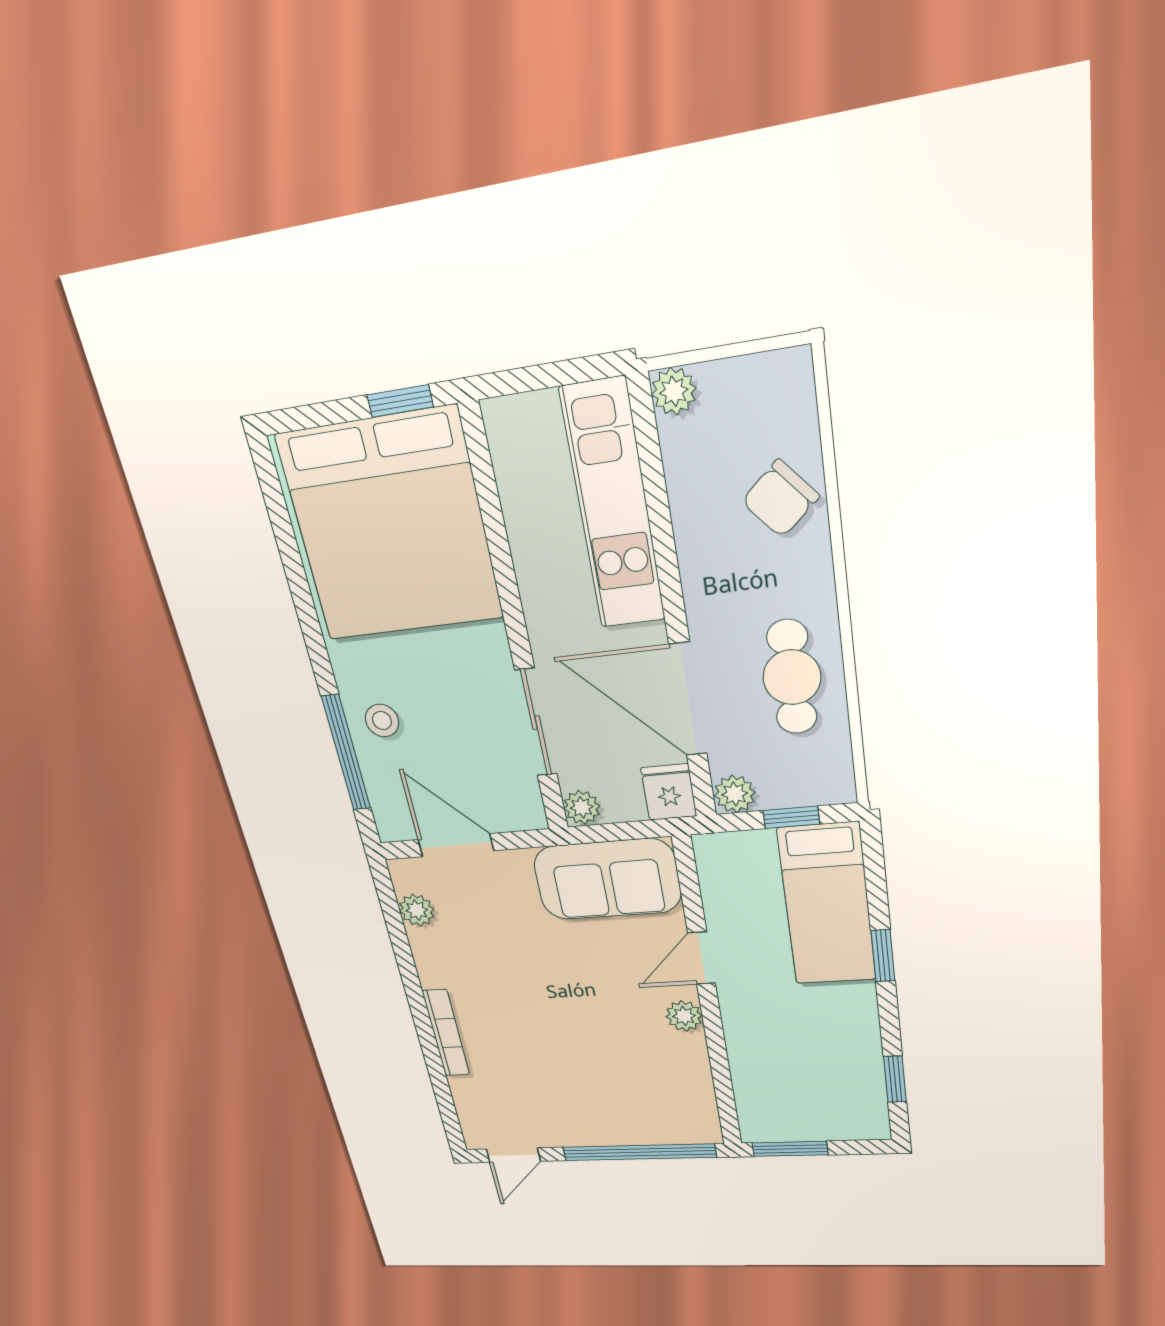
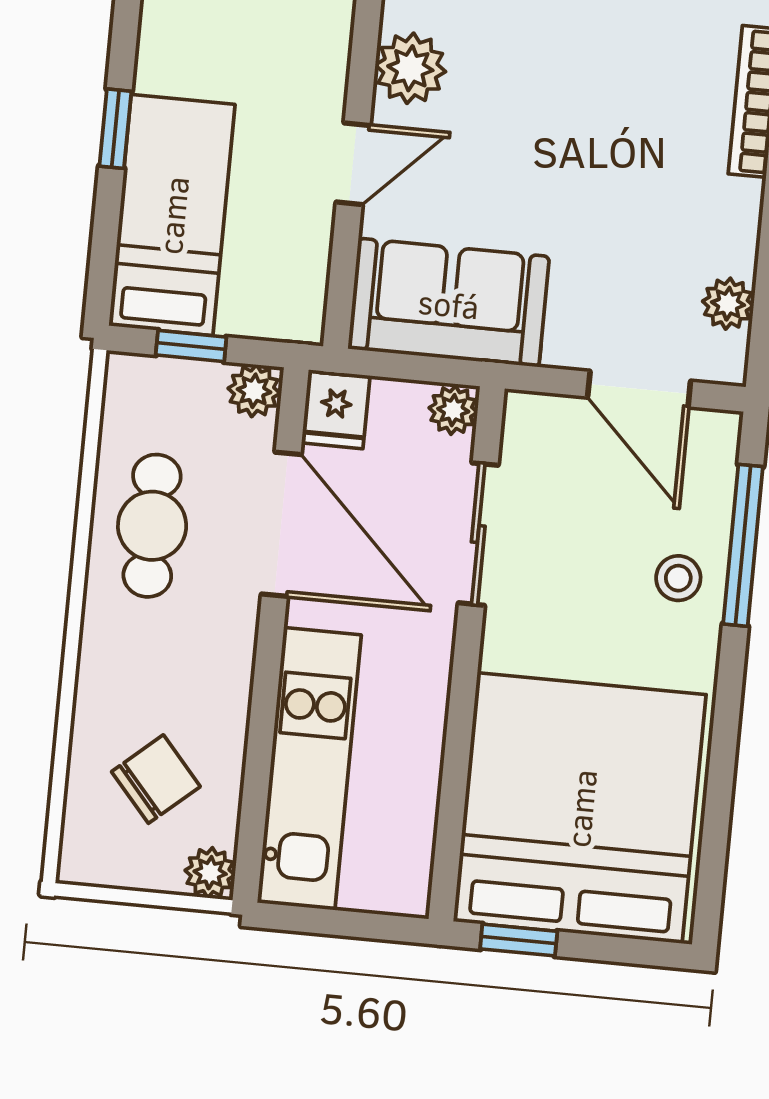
chair: (780, 499) -> (156, 779), moved
plant: (684, 1016) -> (410, 68), width x1.38, depth x1.38

